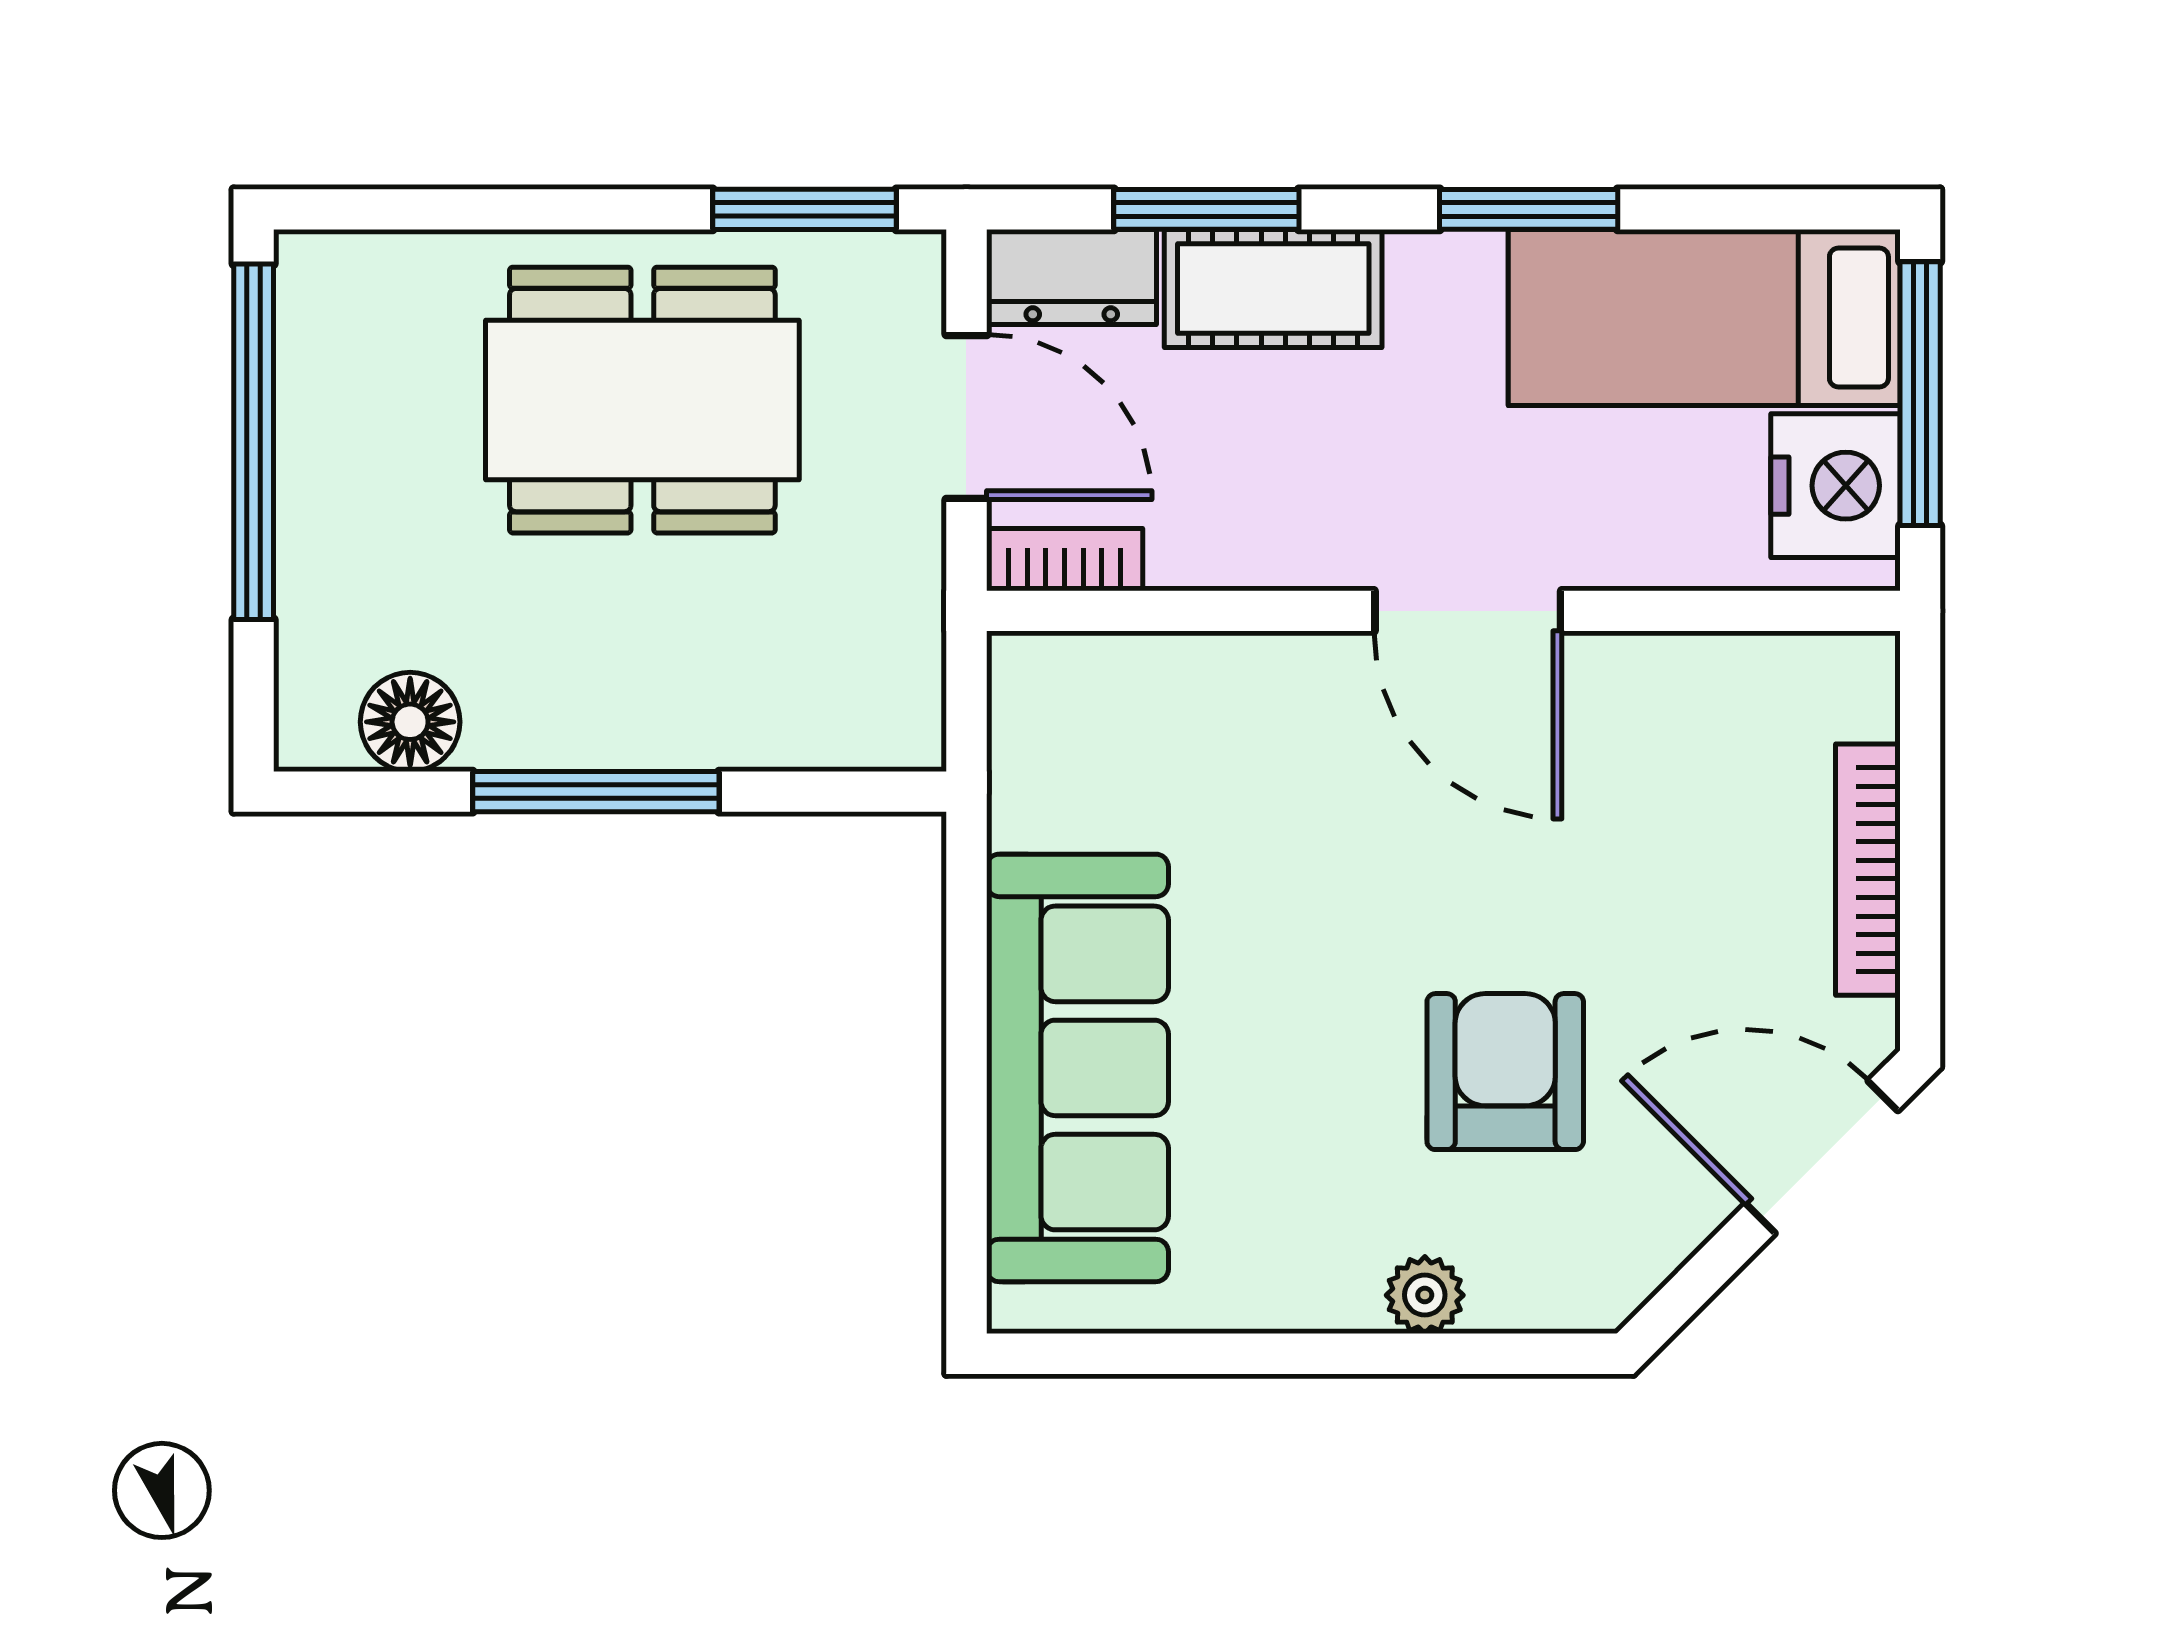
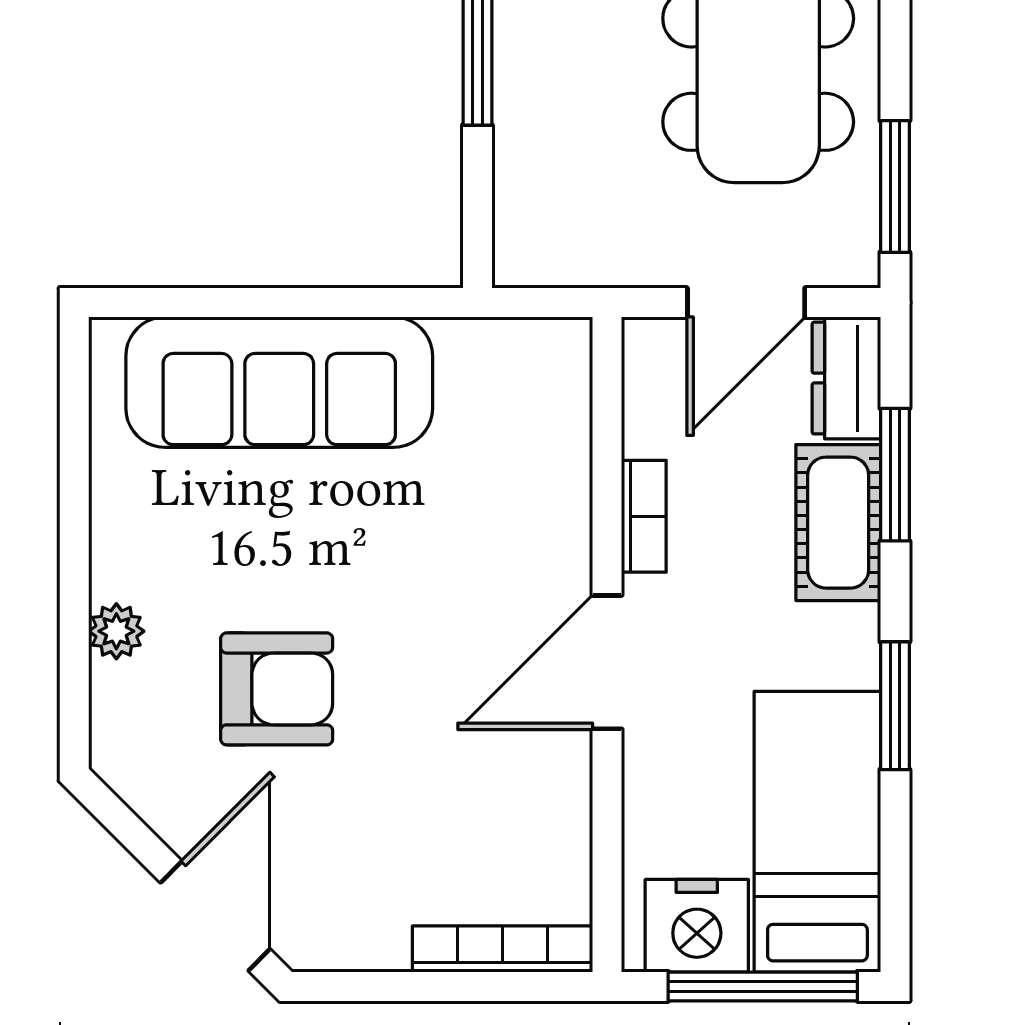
bookcase: (1065, 560) -> (644, 516), moved
bookcase: (1868, 870) -> (502, 949), moved

